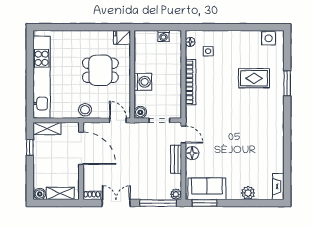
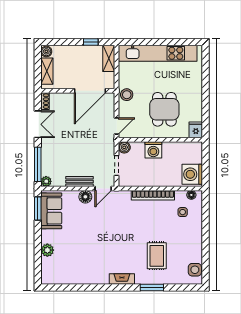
washing machine: (164, 36) -> (192, 174), width x1.89, depth x1.89
fireplace: (278, 187) -> (122, 279), moved

